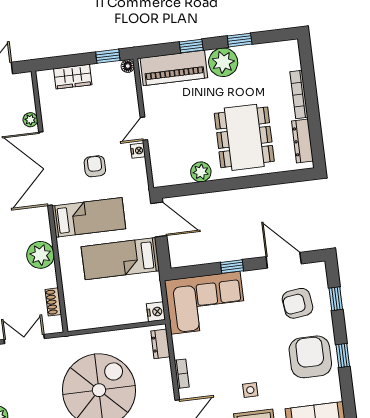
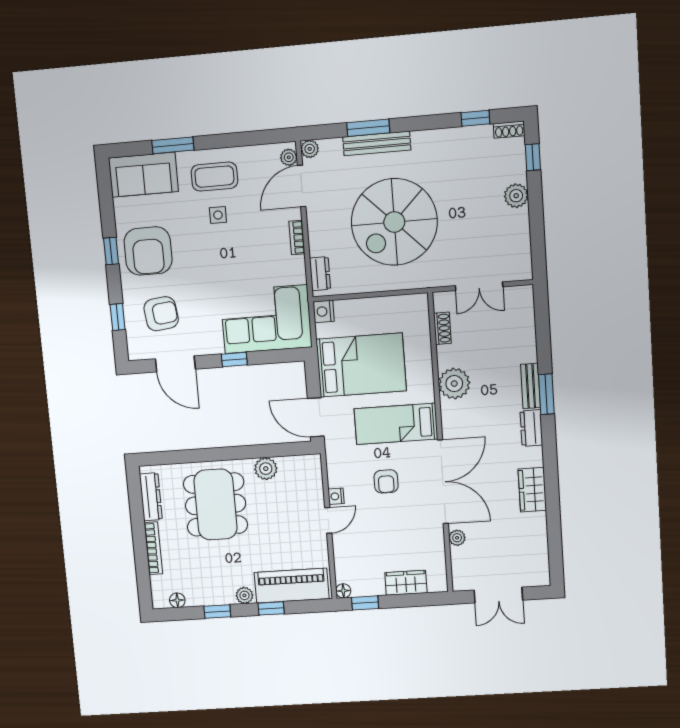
floor lamp: (276, 48) -> (177, 600), added
plant: (223, 62) -> (244, 595), width x0.53, depth x0.53
bed: (120, 259) -> (361, 365), width x1.50

